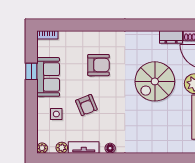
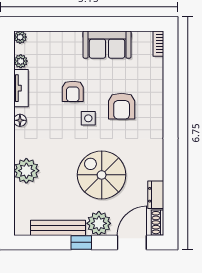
window: (31, 71) -> (114, 24), removed
armchair: (86, 105) -> (73, 91), turned -68
side table: (56, 114) -> (88, 118), moved
plant: (151, 143) -> (26, 171), added

